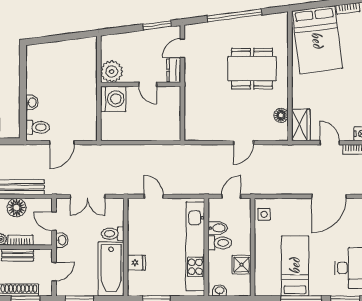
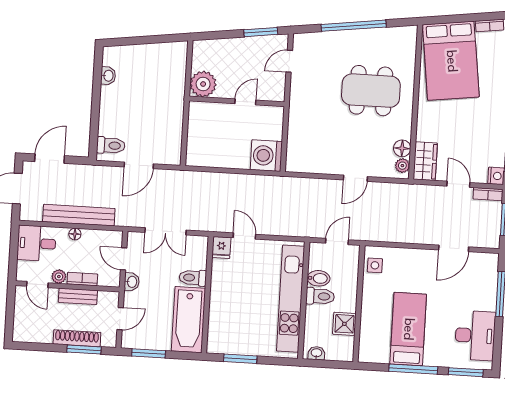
dresser: (174, 70) -> (277, 87), removed
door: (148, 84) -> (245, 102), swing flipped
washing machine: (113, 99) -> (266, 156), moved, turned 180
washbasin: (32, 102) -> (108, 76), moved
plant: (282, 130) -> (402, 166), added
door: (329, 196) -> (454, 248), width x0.73
floor lamp: (16, 208) -> (75, 234), width x0.53, depth x0.53
fridge: (136, 263) -> (221, 247), moved, turned 90

